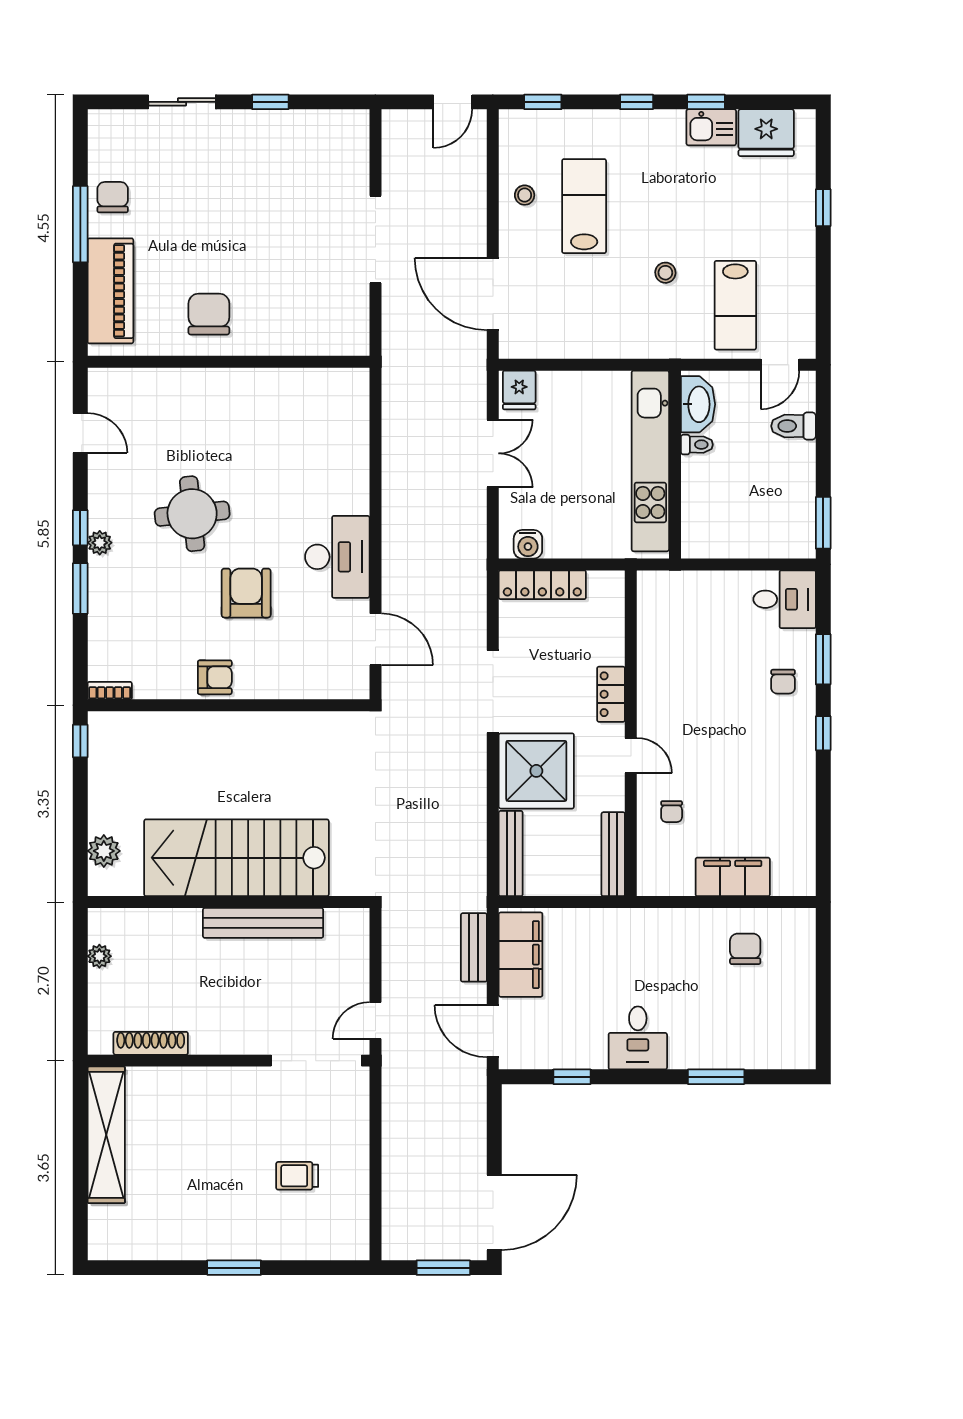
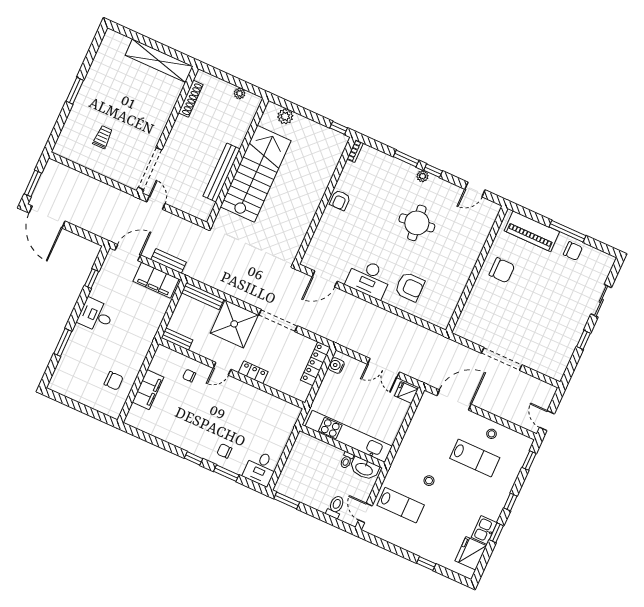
lab bench: (735, 305) -> (401, 505), turned 180
armchair: (246, 593) -> (410, 287), moved
bench: (613, 854) -> (177, 339), width x0.73

